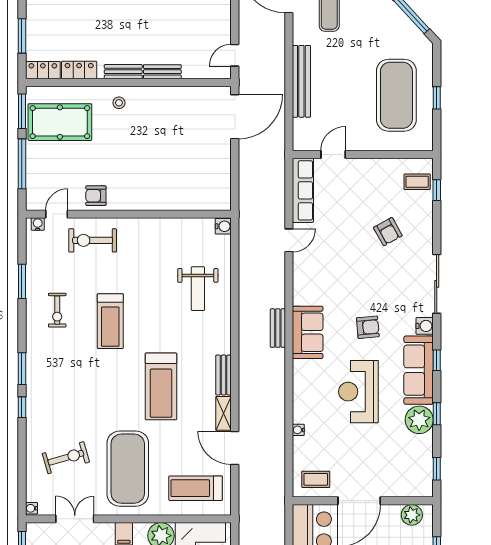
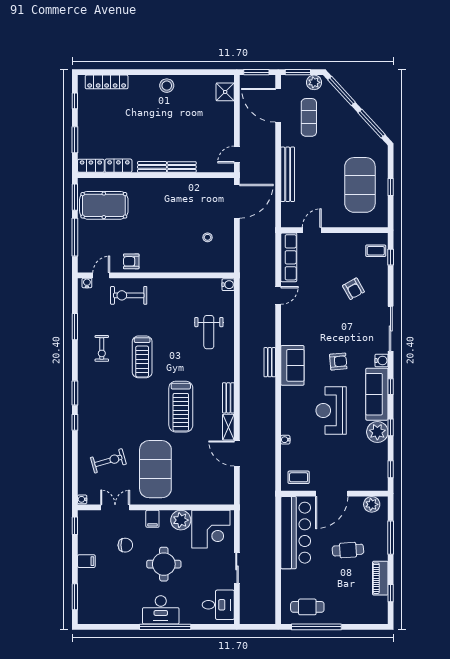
stool: (119, 103) -> (208, 237), moved
treadmill: (196, 488) -> (207, 484), removed

